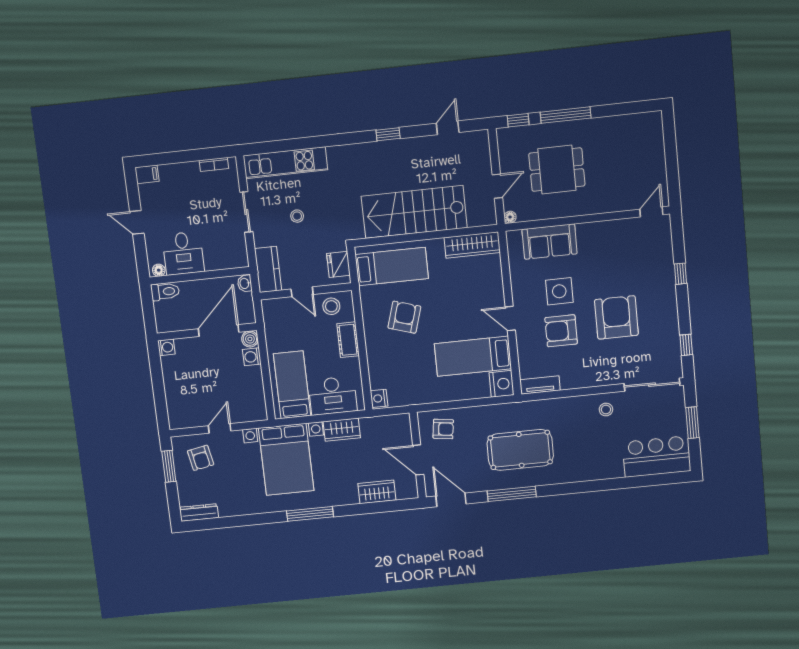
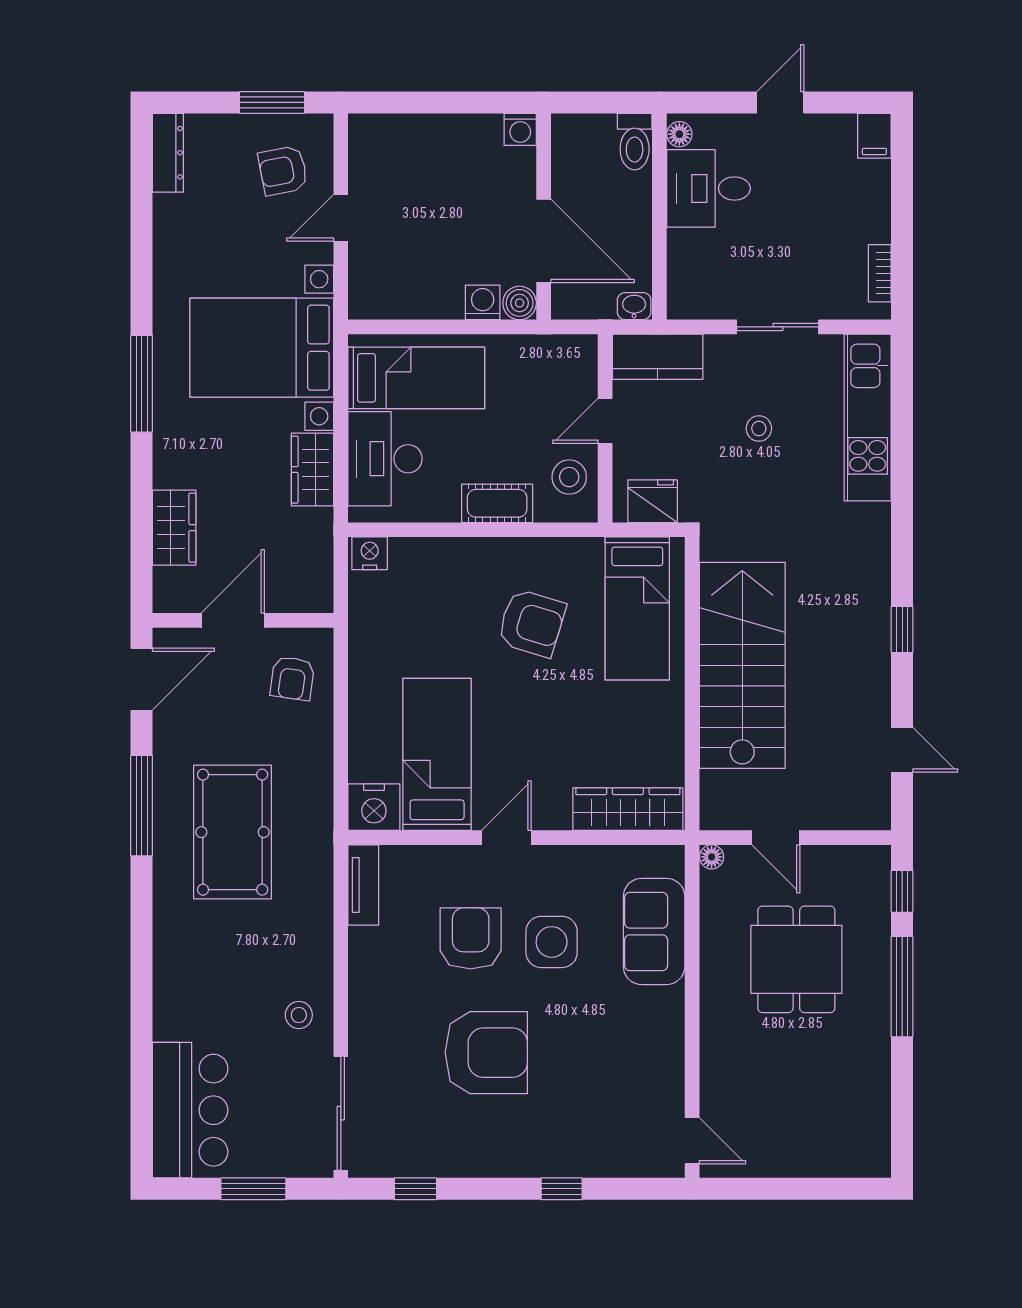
wardrobe: (472, 245) -> (628, 809), moved, turned 90
door: (220, 428) -> (341, 218), swing flipped

